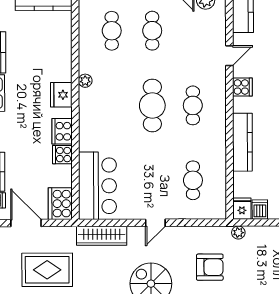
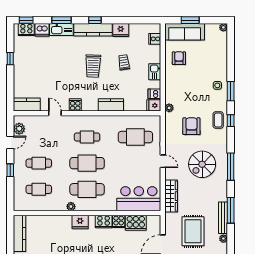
cafe table: (112, 106) -> (87, 189), added
kitchen counter: (242, 142) -> (111, 105), width x0.67
cafe table: (193, 180) -> (135, 137), width x1.37, depth x1.35
cooker: (60, 204) -> (136, 223), moved

